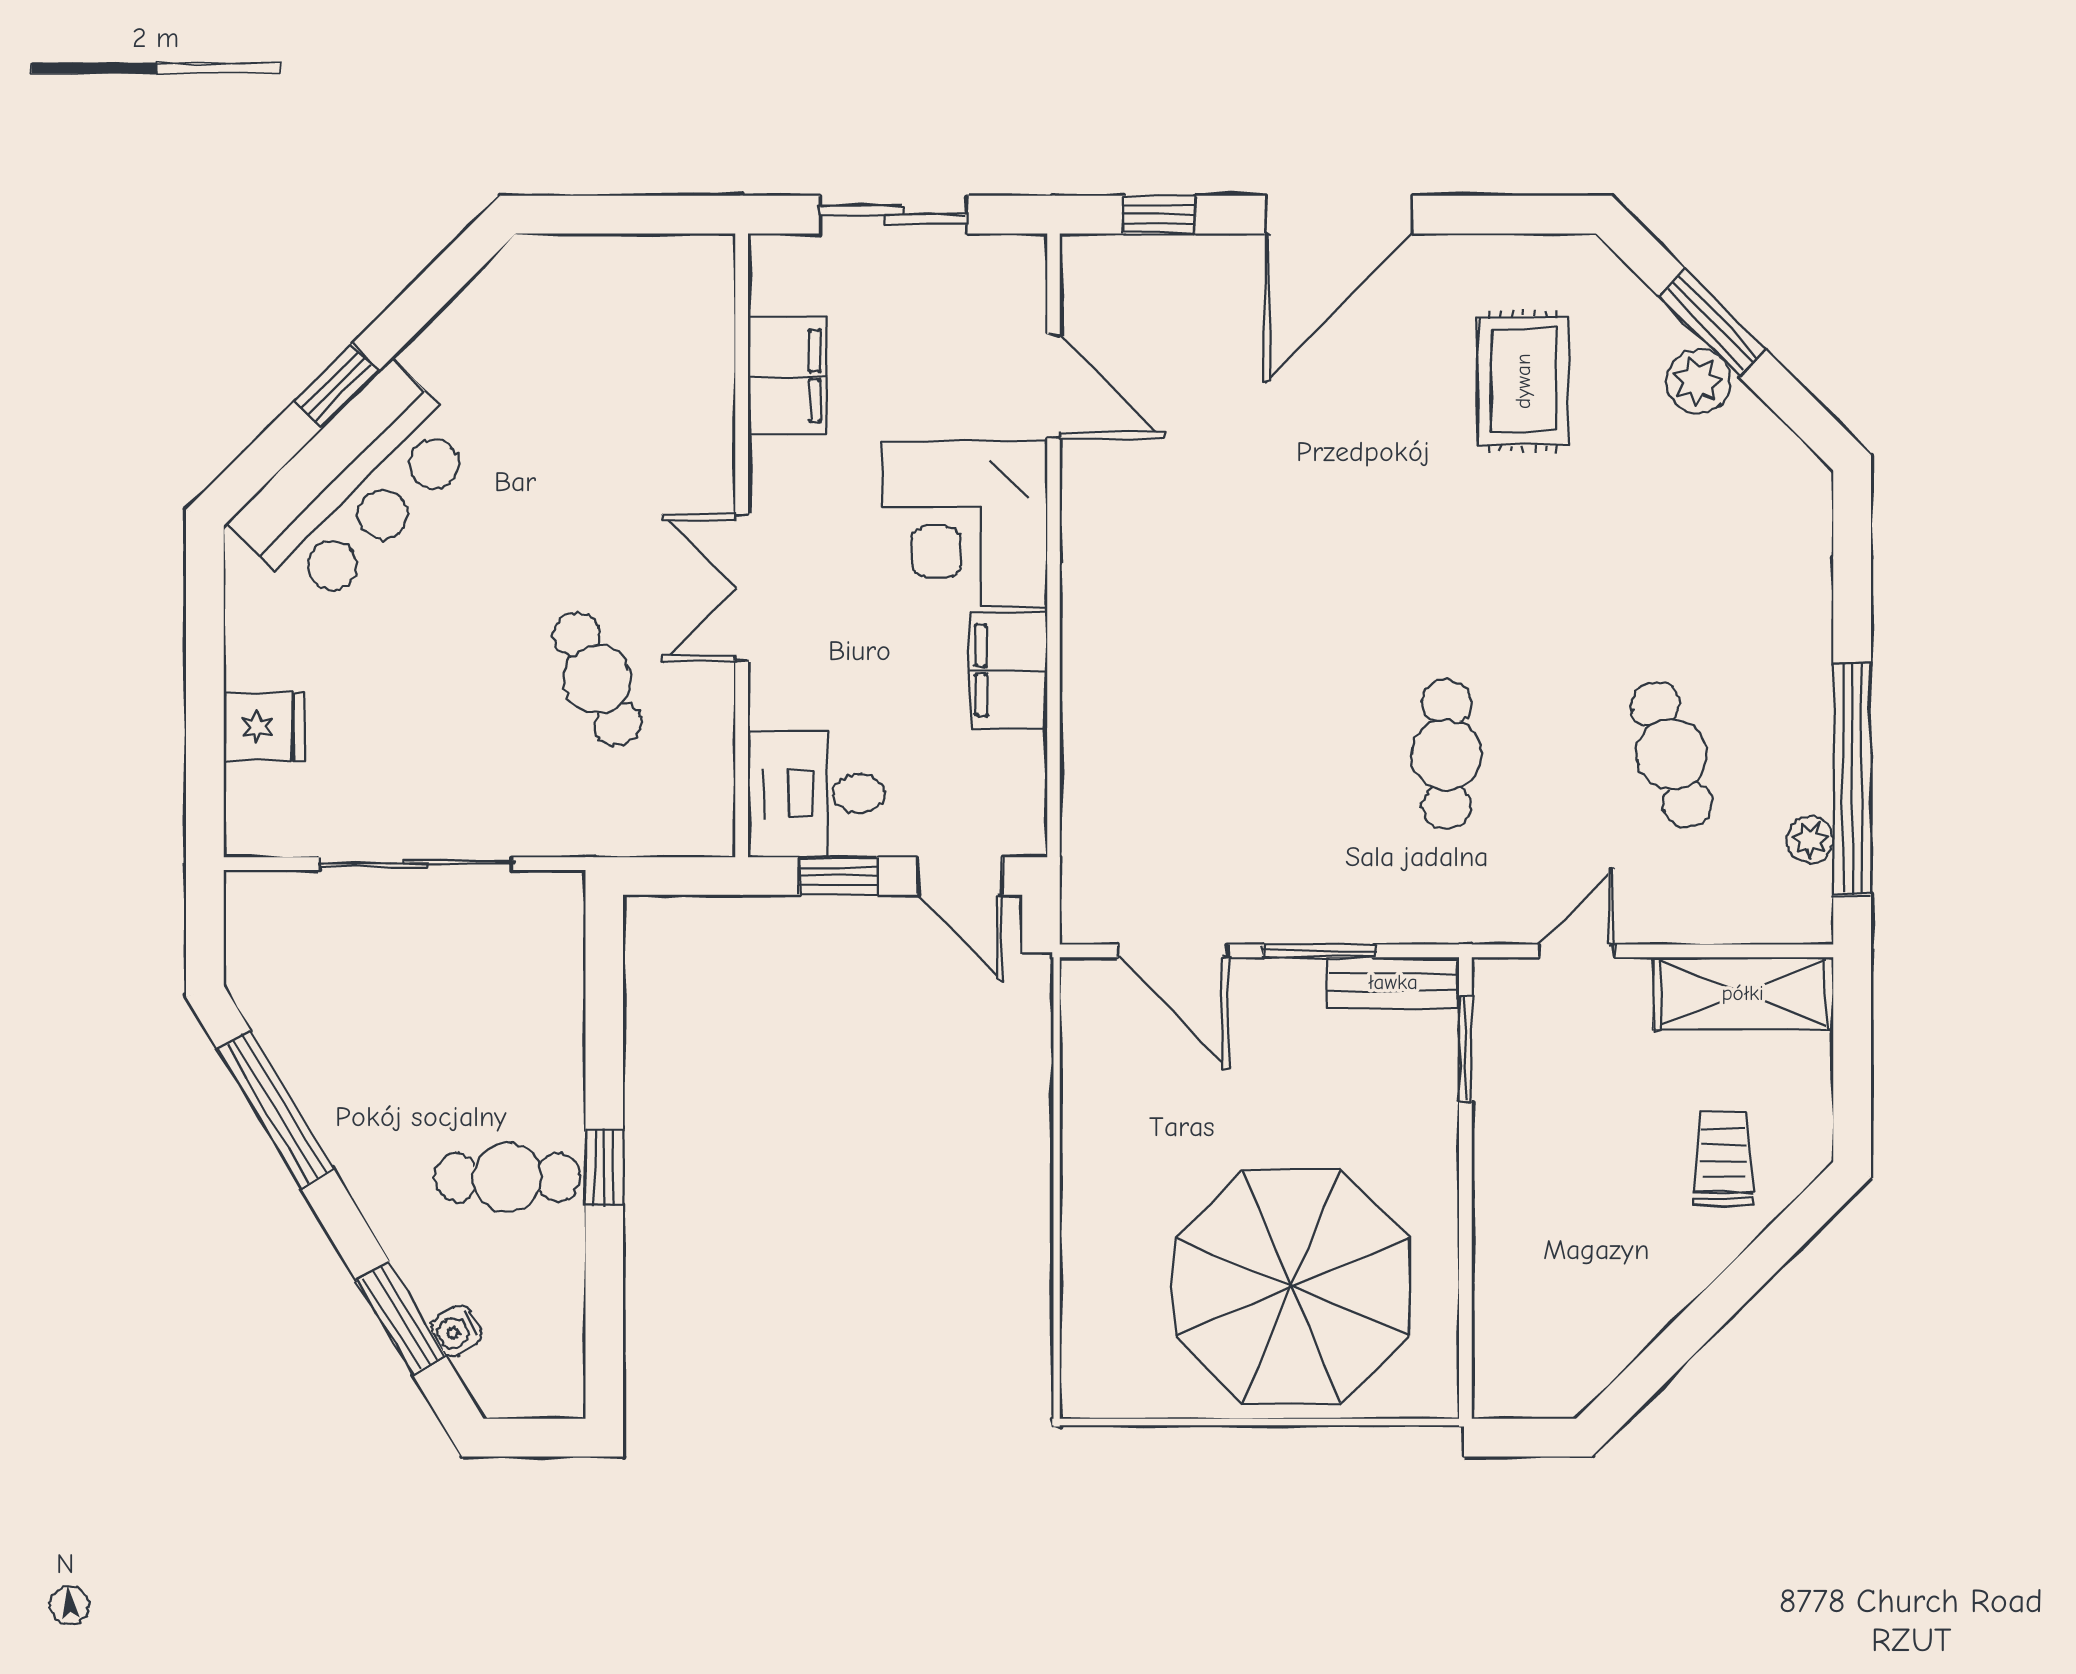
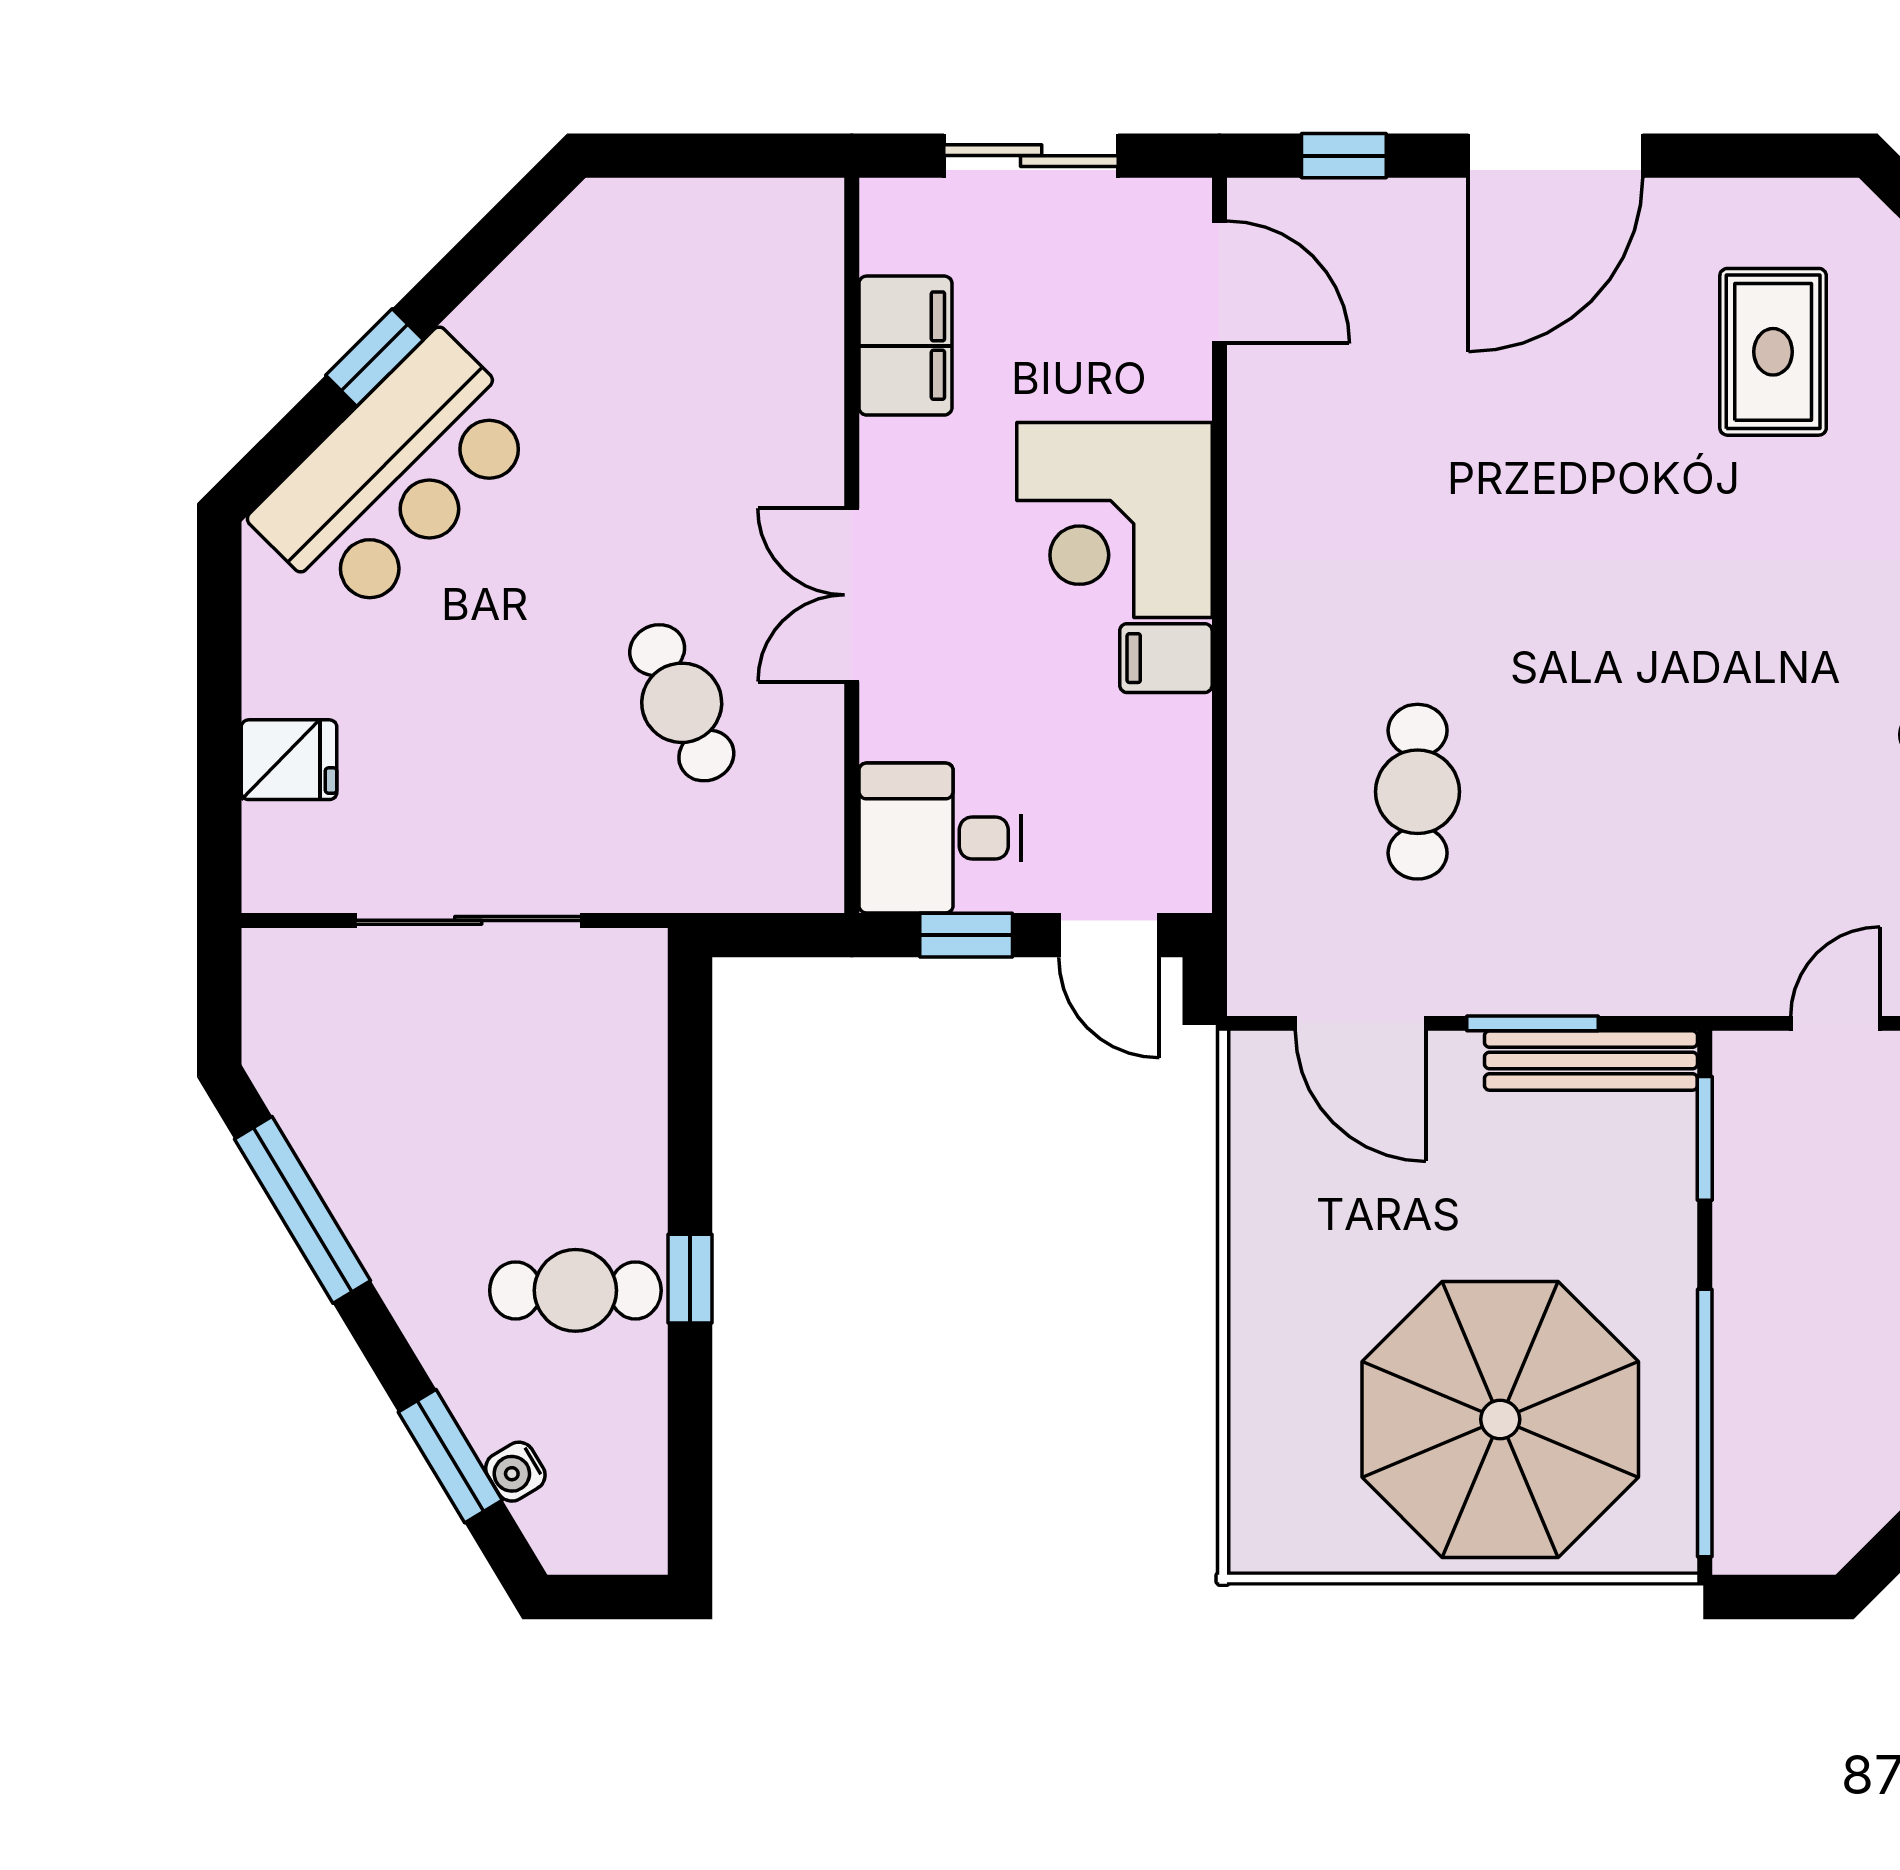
door: (1054, 386) -> (1219, 282), moved
filing cabinet: (1008, 670) -> (1166, 658), width x0.50
cafe table: (1447, 754) -> (1418, 792), moved
bench: (1393, 982) -> (1591, 1061), width x1.36
window: (1465, 1290) -> (1705, 1423), added

